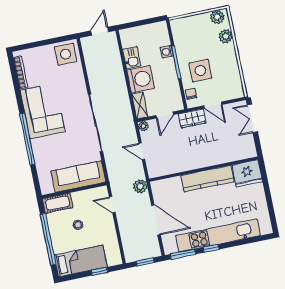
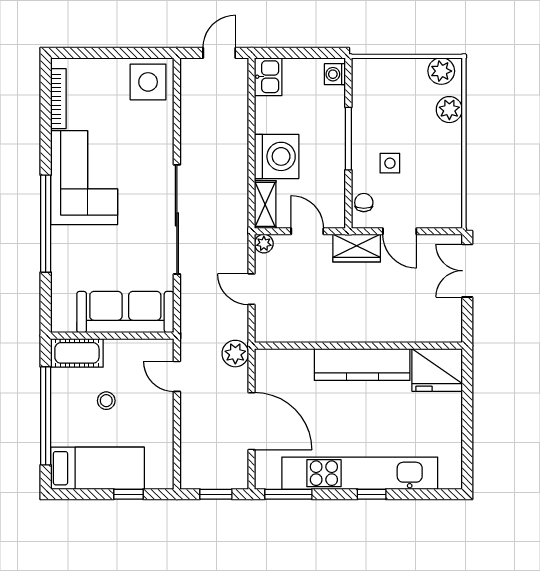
washing machine: (167, 52) -> (335, 74), moved
kitchen sink: (132, 58) -> (268, 77), moved
side table: (200, 71) -> (390, 163), width x0.54, depth x0.54
door: (165, 115) -> (307, 231), swing flipped
window: (211, 248) -> (372, 494), moved

